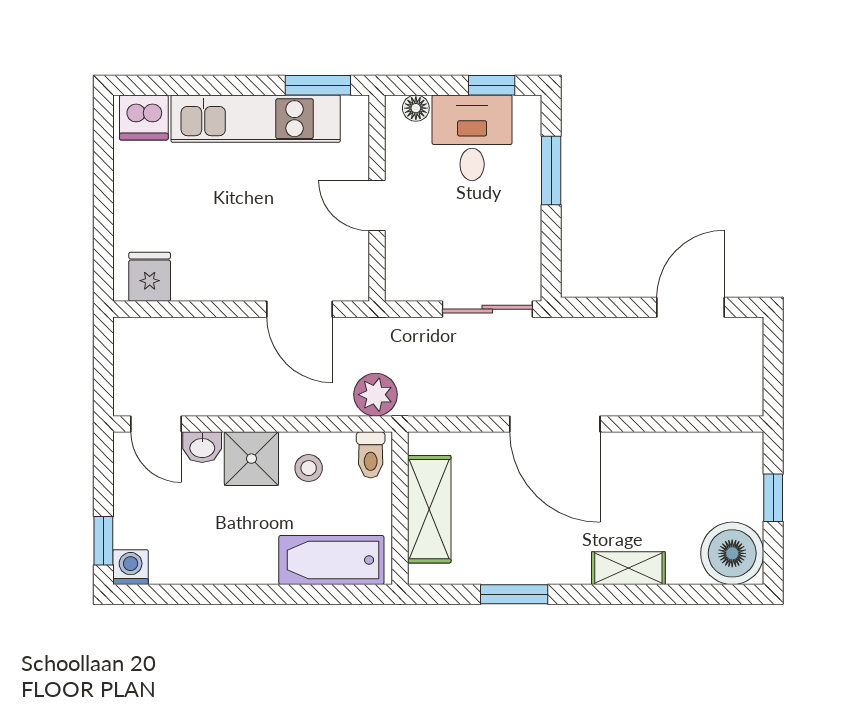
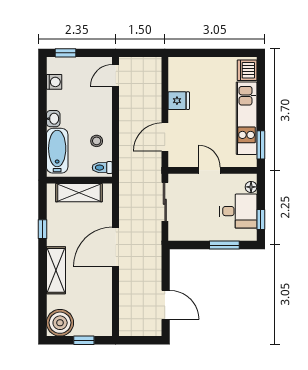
door: (377, 206) -> (209, 170), hinge flipped
fridge: (150, 277) -> (179, 101), moved
sliding door: (487, 309) -> (165, 202), moved
plant: (376, 395) -> (128, 170), removed
washbasin: (202, 447) -> (53, 119), moved, turned 180
shower: (251, 459) -> (101, 116), removed
washing machine: (131, 567) -> (54, 82), moved
shelving: (628, 568) -> (56, 270), width x1.50, depth x1.33
window: (514, 594) -> (42, 229), width x0.67

